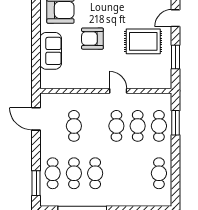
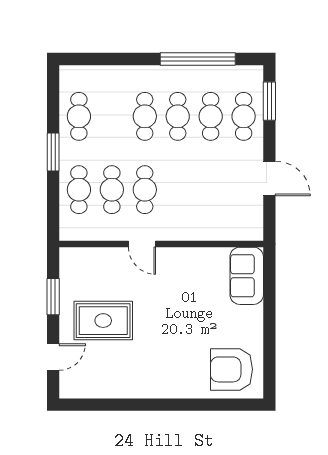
armchair: (92, 39) -> (182, 325), removed
sofa: (51, 51) -> (247, 276), moved
door: (36, 119) -> (269, 178), moved
window: (176, 123) -> (53, 152), moved
cafe table: (74, 126) -> (145, 116), moved

